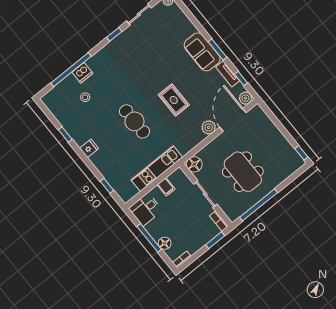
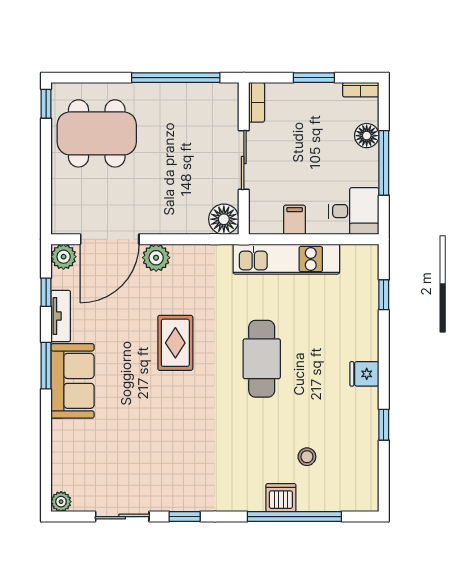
dining table: (243, 172) -> (97, 133), moved, turned 90
window: (215, 240) -> (314, 78), moved

